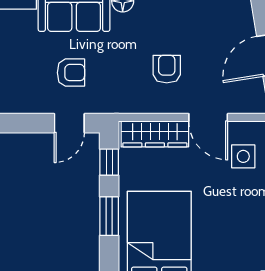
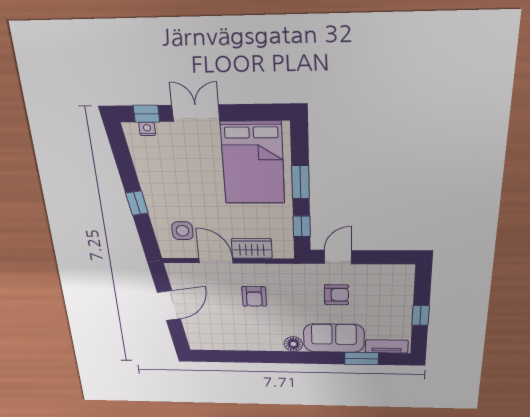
armchair: (71, 73) -> (336, 295), turned 180
wardrobe: (155, 134) -> (252, 248), width x0.67

